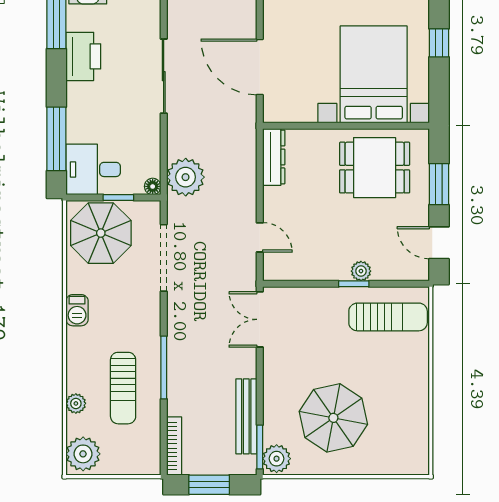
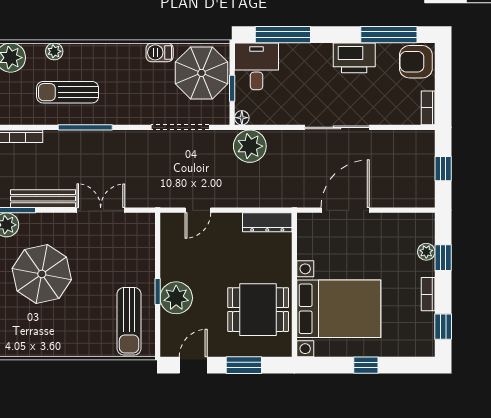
dining table: (375, 168) -> (258, 310), turned 90
plant: (361, 271) -> (176, 298), width x1.88, depth x1.88
barbecue: (77, 310) -> (160, 52), moved
double door: (260, 319) -> (101, 210), moved

